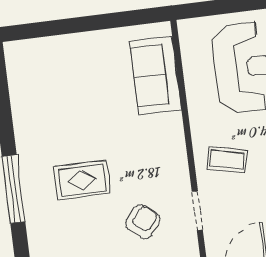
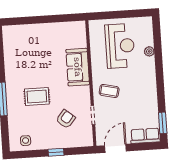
sofa: (156, 75) -> (78, 67), moved

